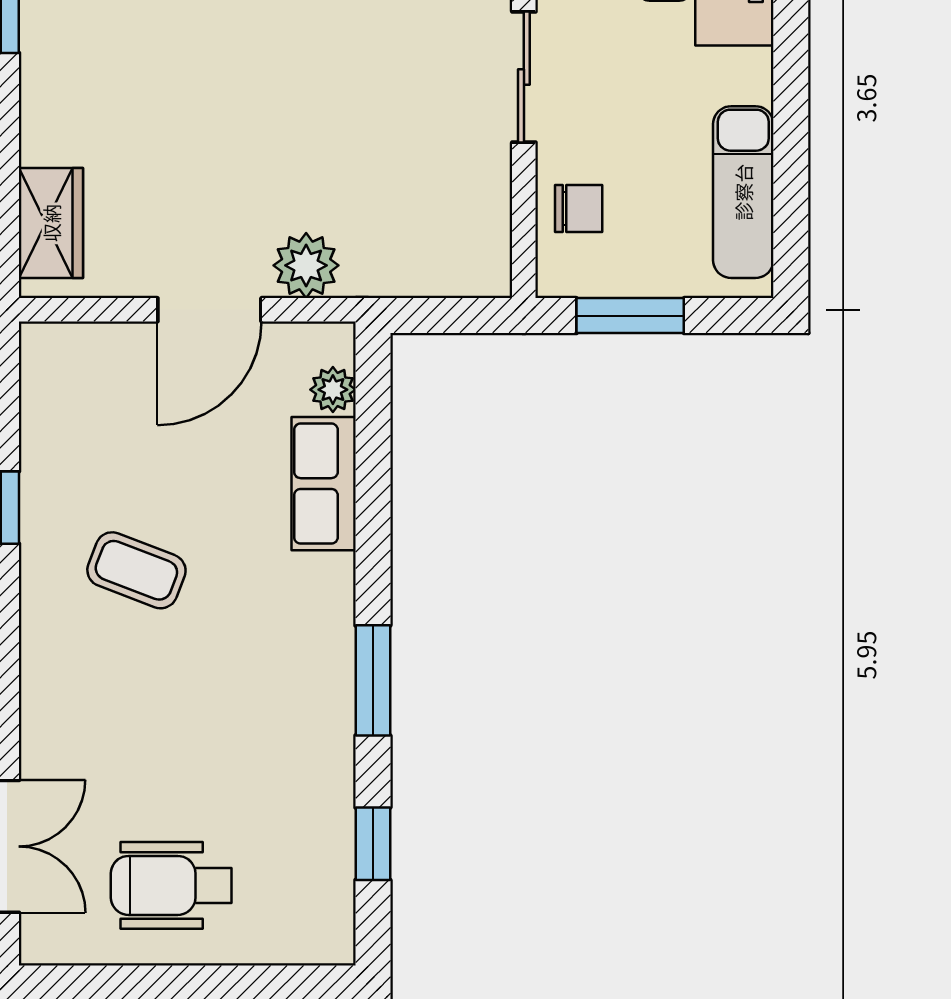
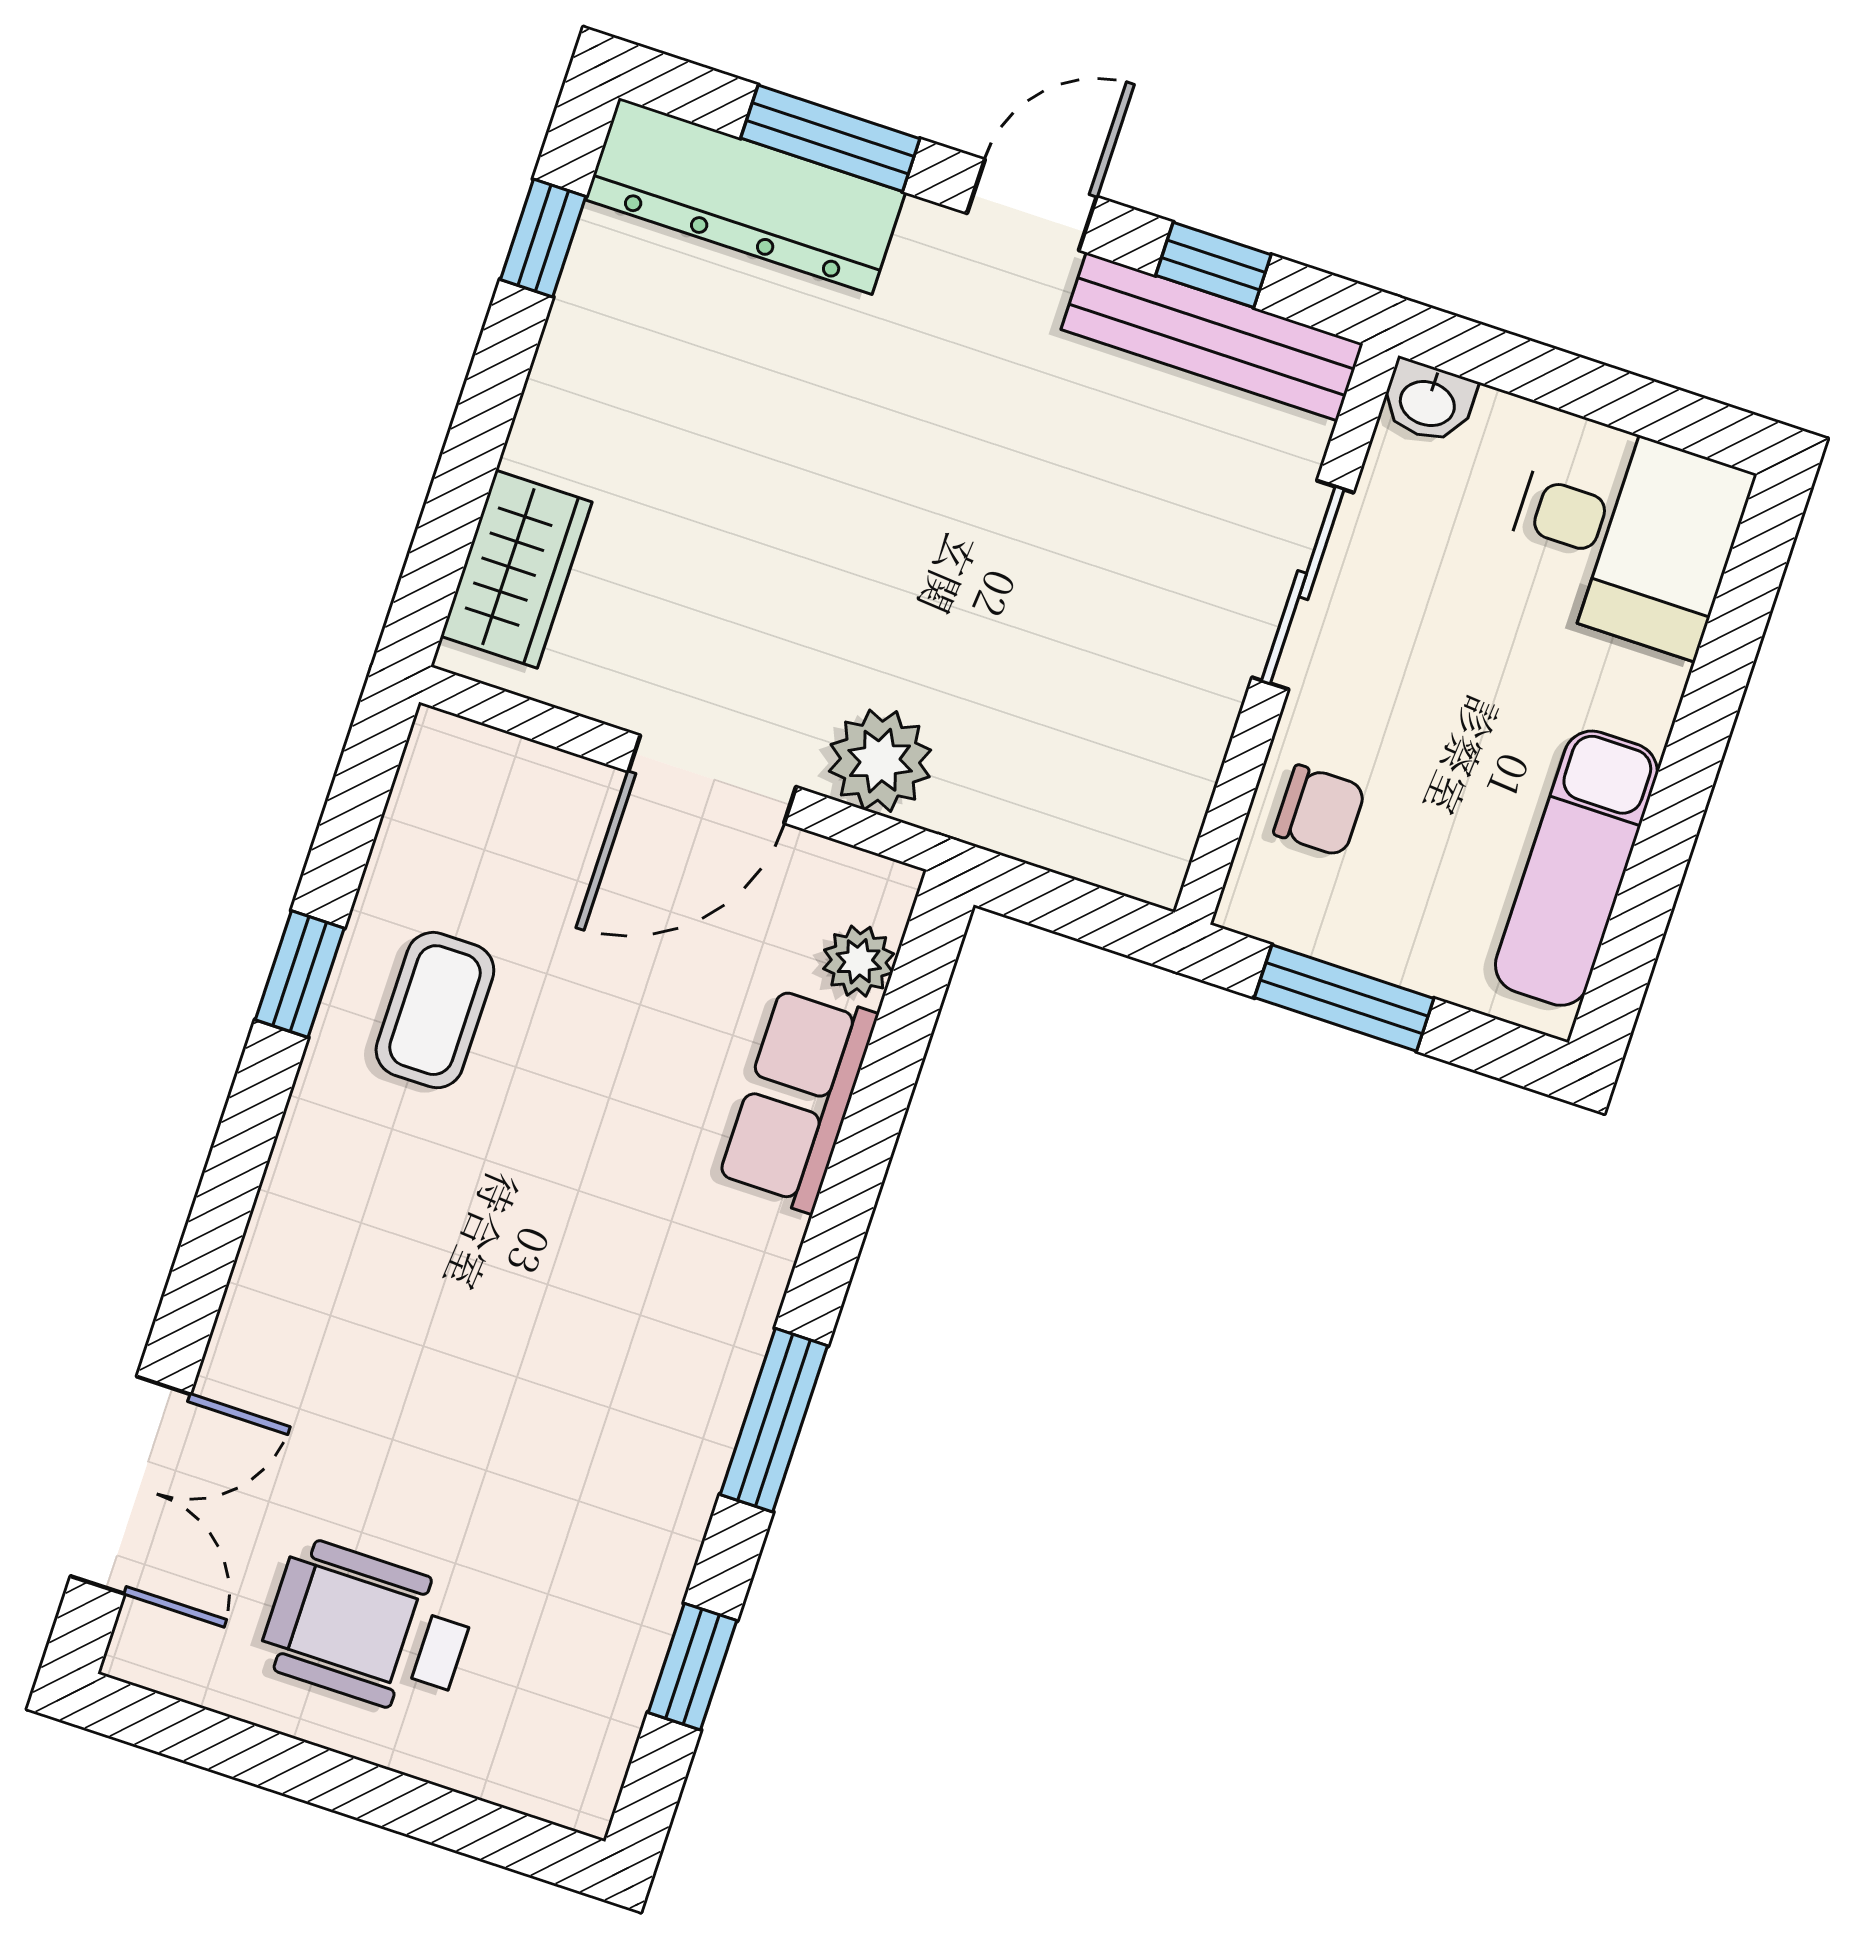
coffee table: (136, 570) -> (435, 1010), moved, turned 69

